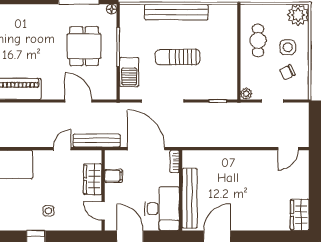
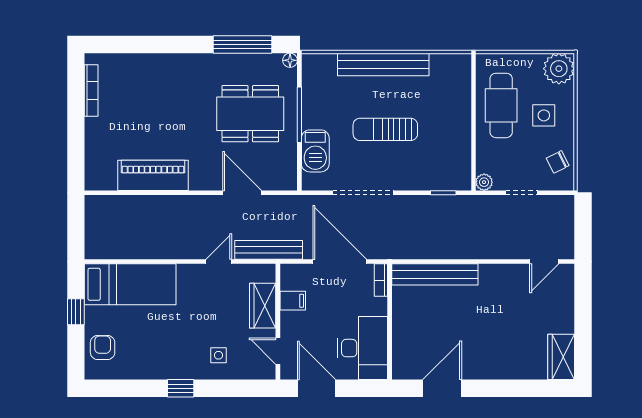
cafe table: (258, 40) -> (501, 105), width x1.37, depth x1.35
dining table: (84, 46) -> (250, 114), width x1.38
chair: (287, 72) -> (558, 162), moved
bench: (190, 198) -> (435, 274), moved, turned 90
side table: (48, 211) -> (218, 355), moved

